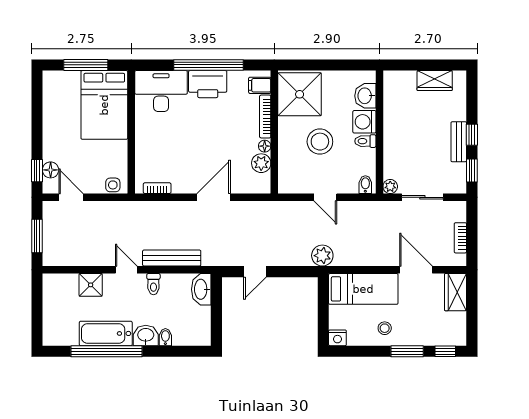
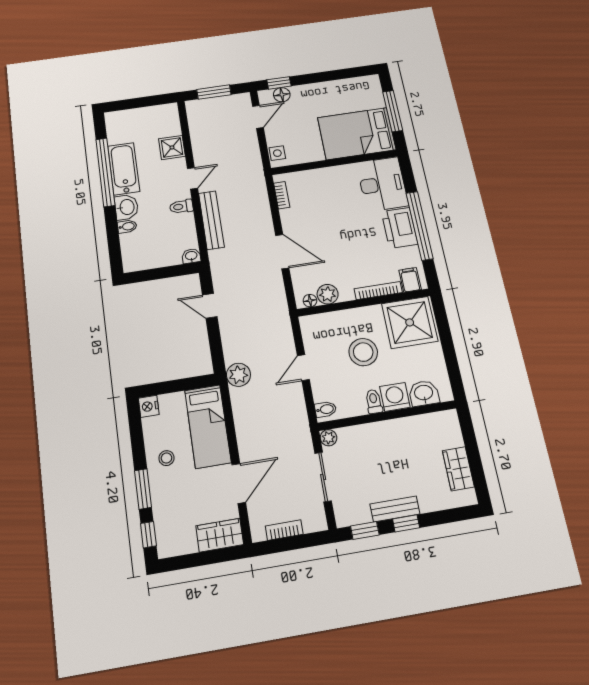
floor lamp: (265, 146) -> (310, 301), moved
washbasin: (201, 289) -> (191, 256), width x0.52, depth x0.69

